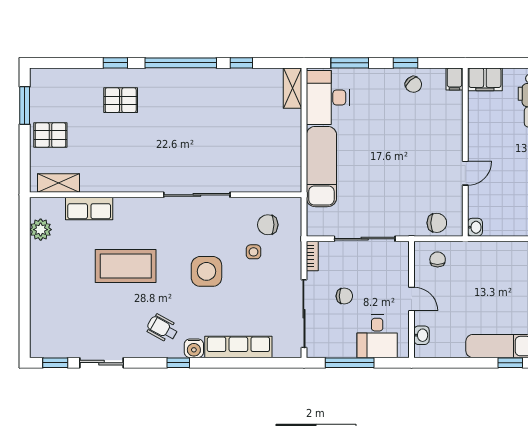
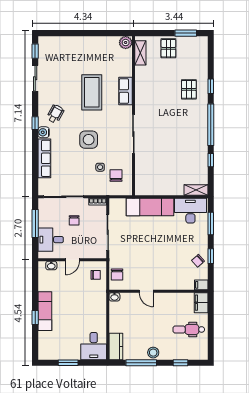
row of seats: (89, 209) -> (125, 91), moved
plant: (41, 230) -> (126, 43), moved

